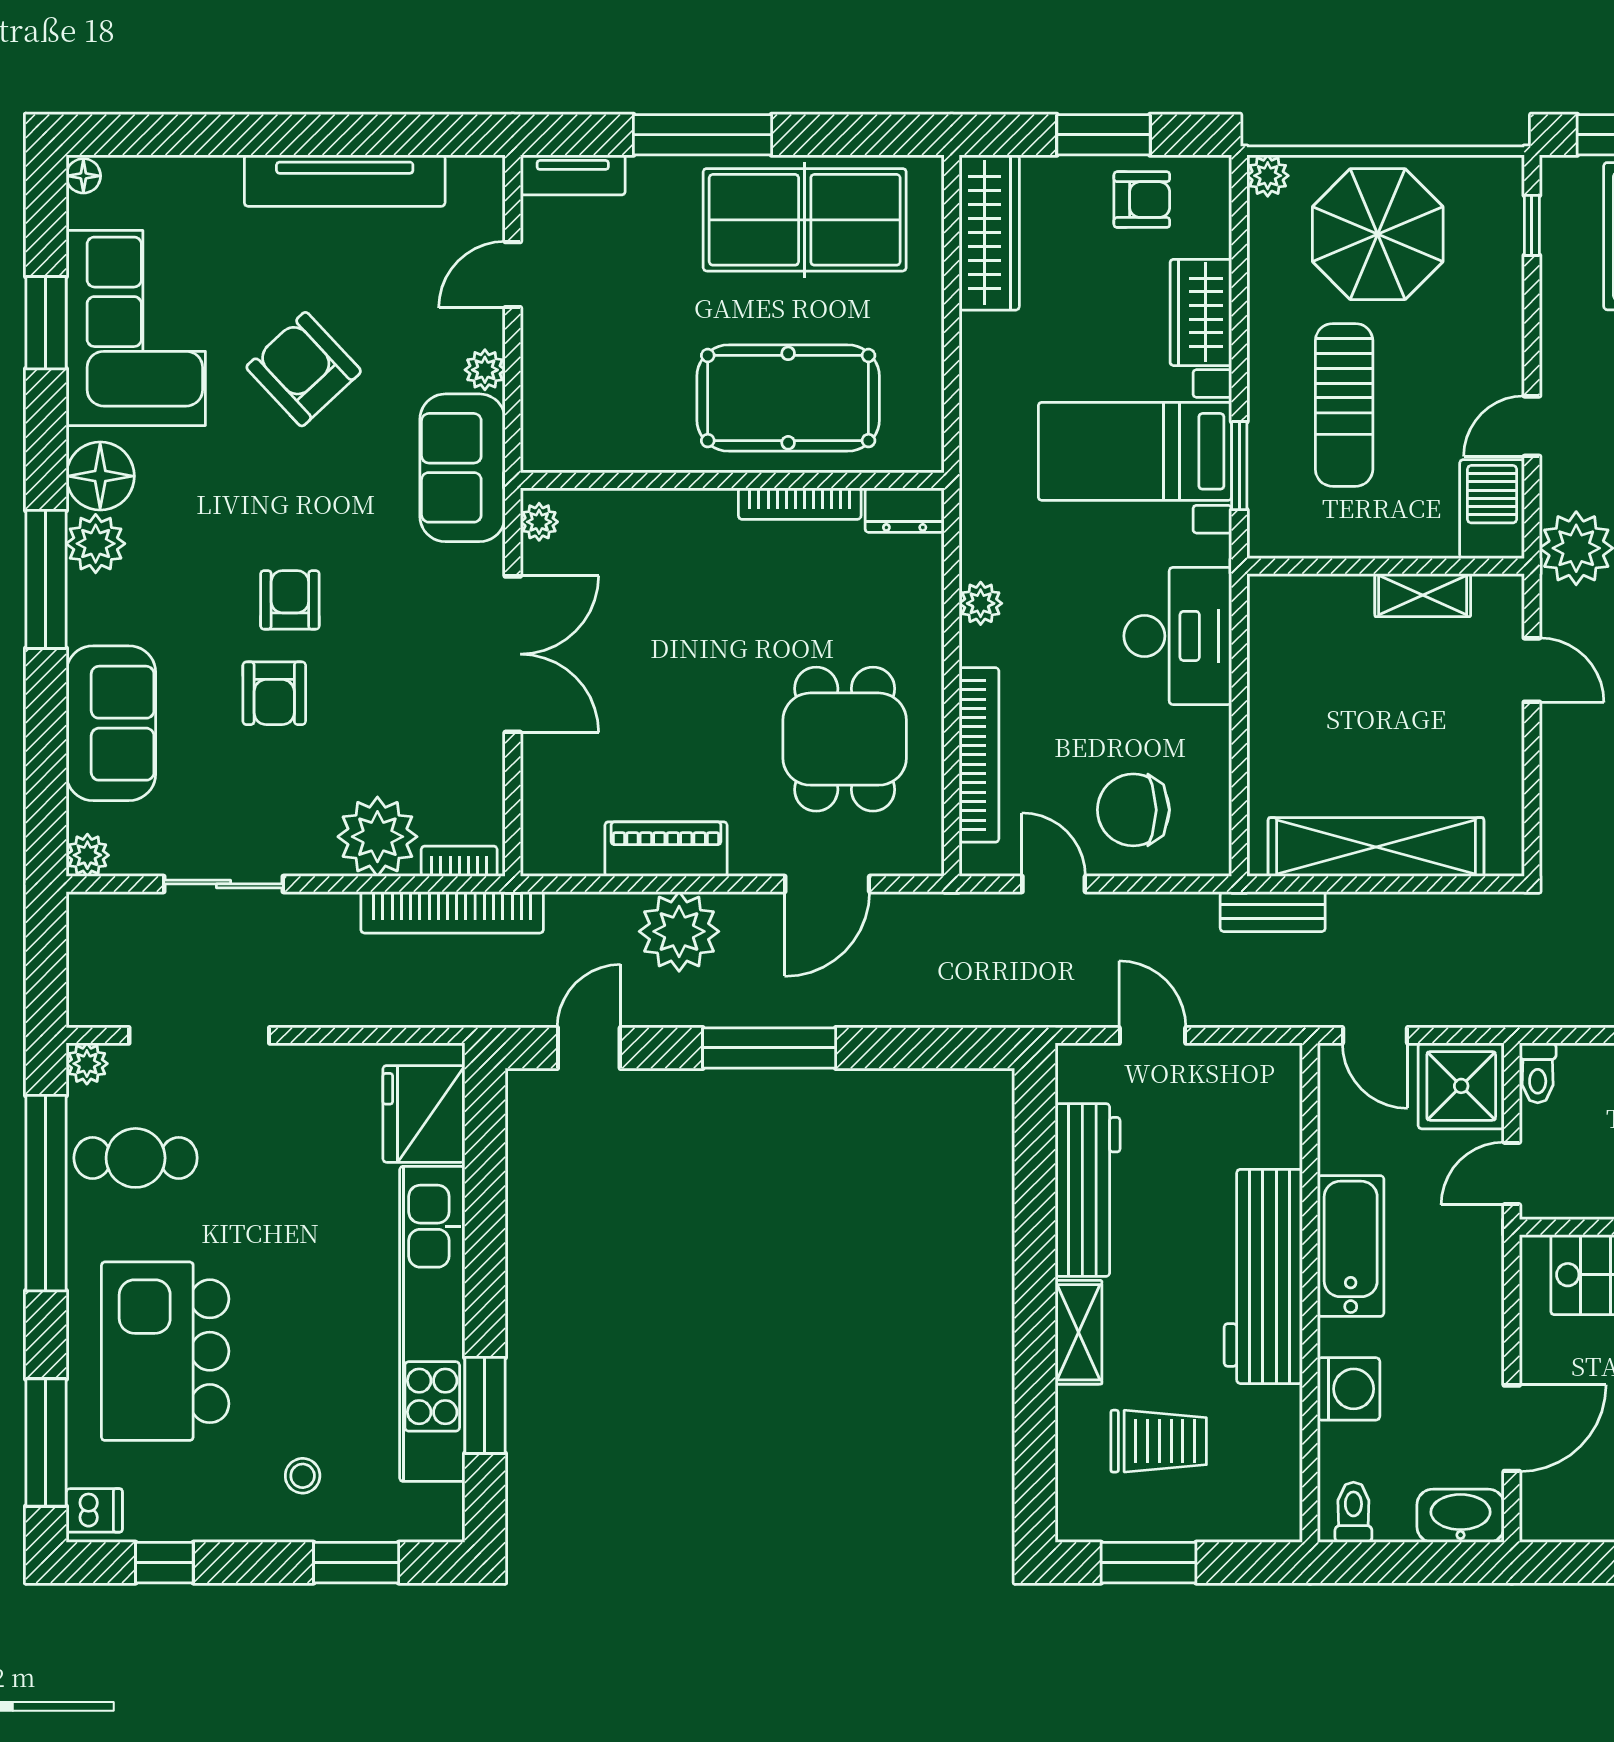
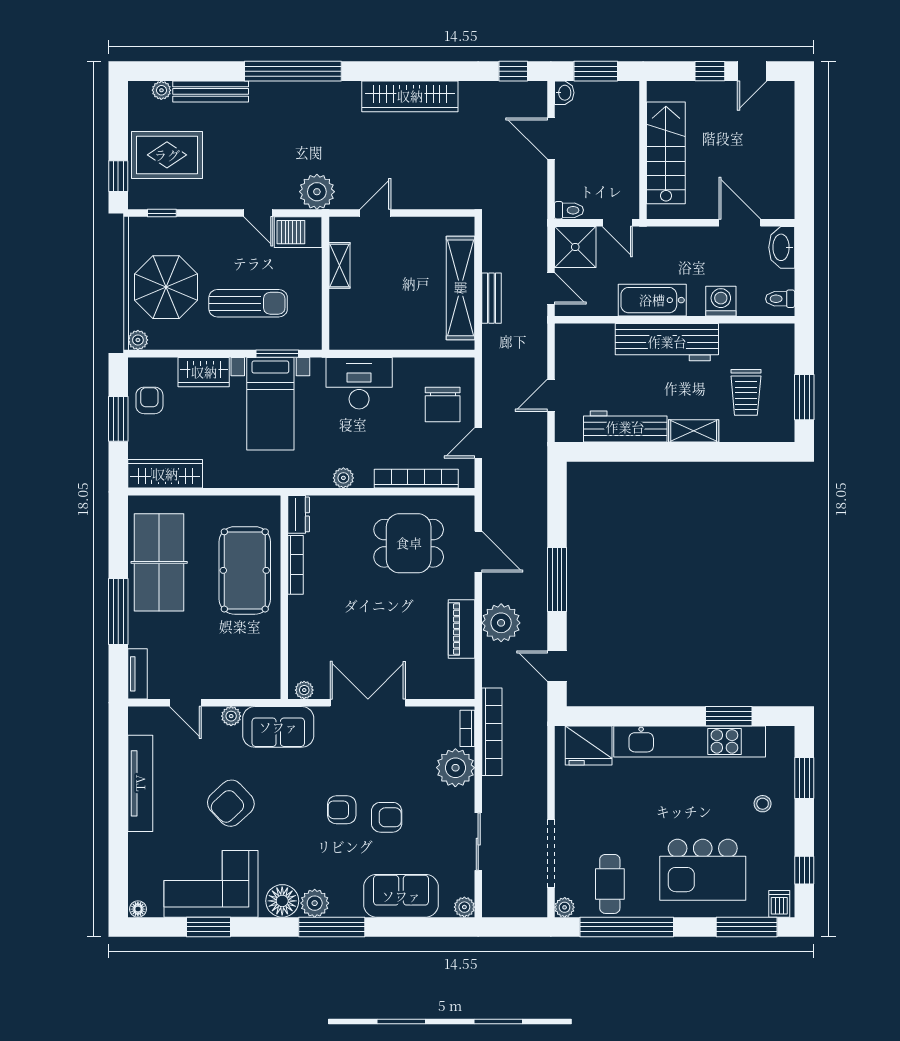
bench: (1273, 912) -> (491, 298), moved
door: (1375, 1035) -> (551, 288), hinge flipped
trolley: (1159, 1441) -> (746, 392), turned 180

